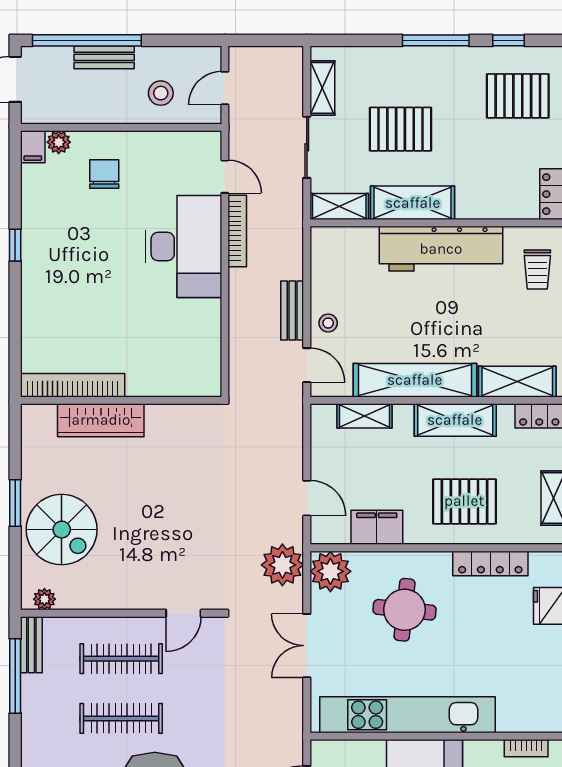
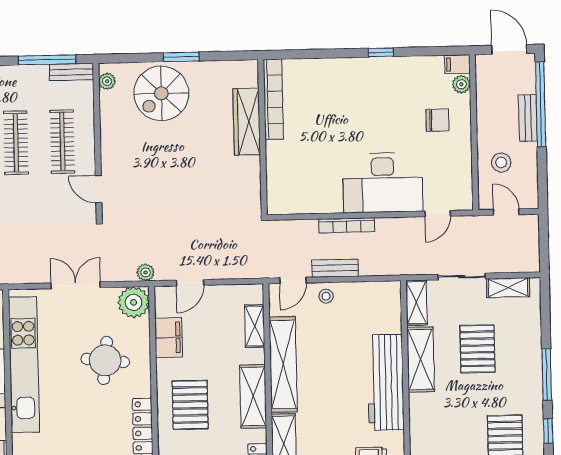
bookcase: (237, 231) -> (347, 225), moved
plant: (282, 565) -> (146, 272), width x0.53, depth x0.53

